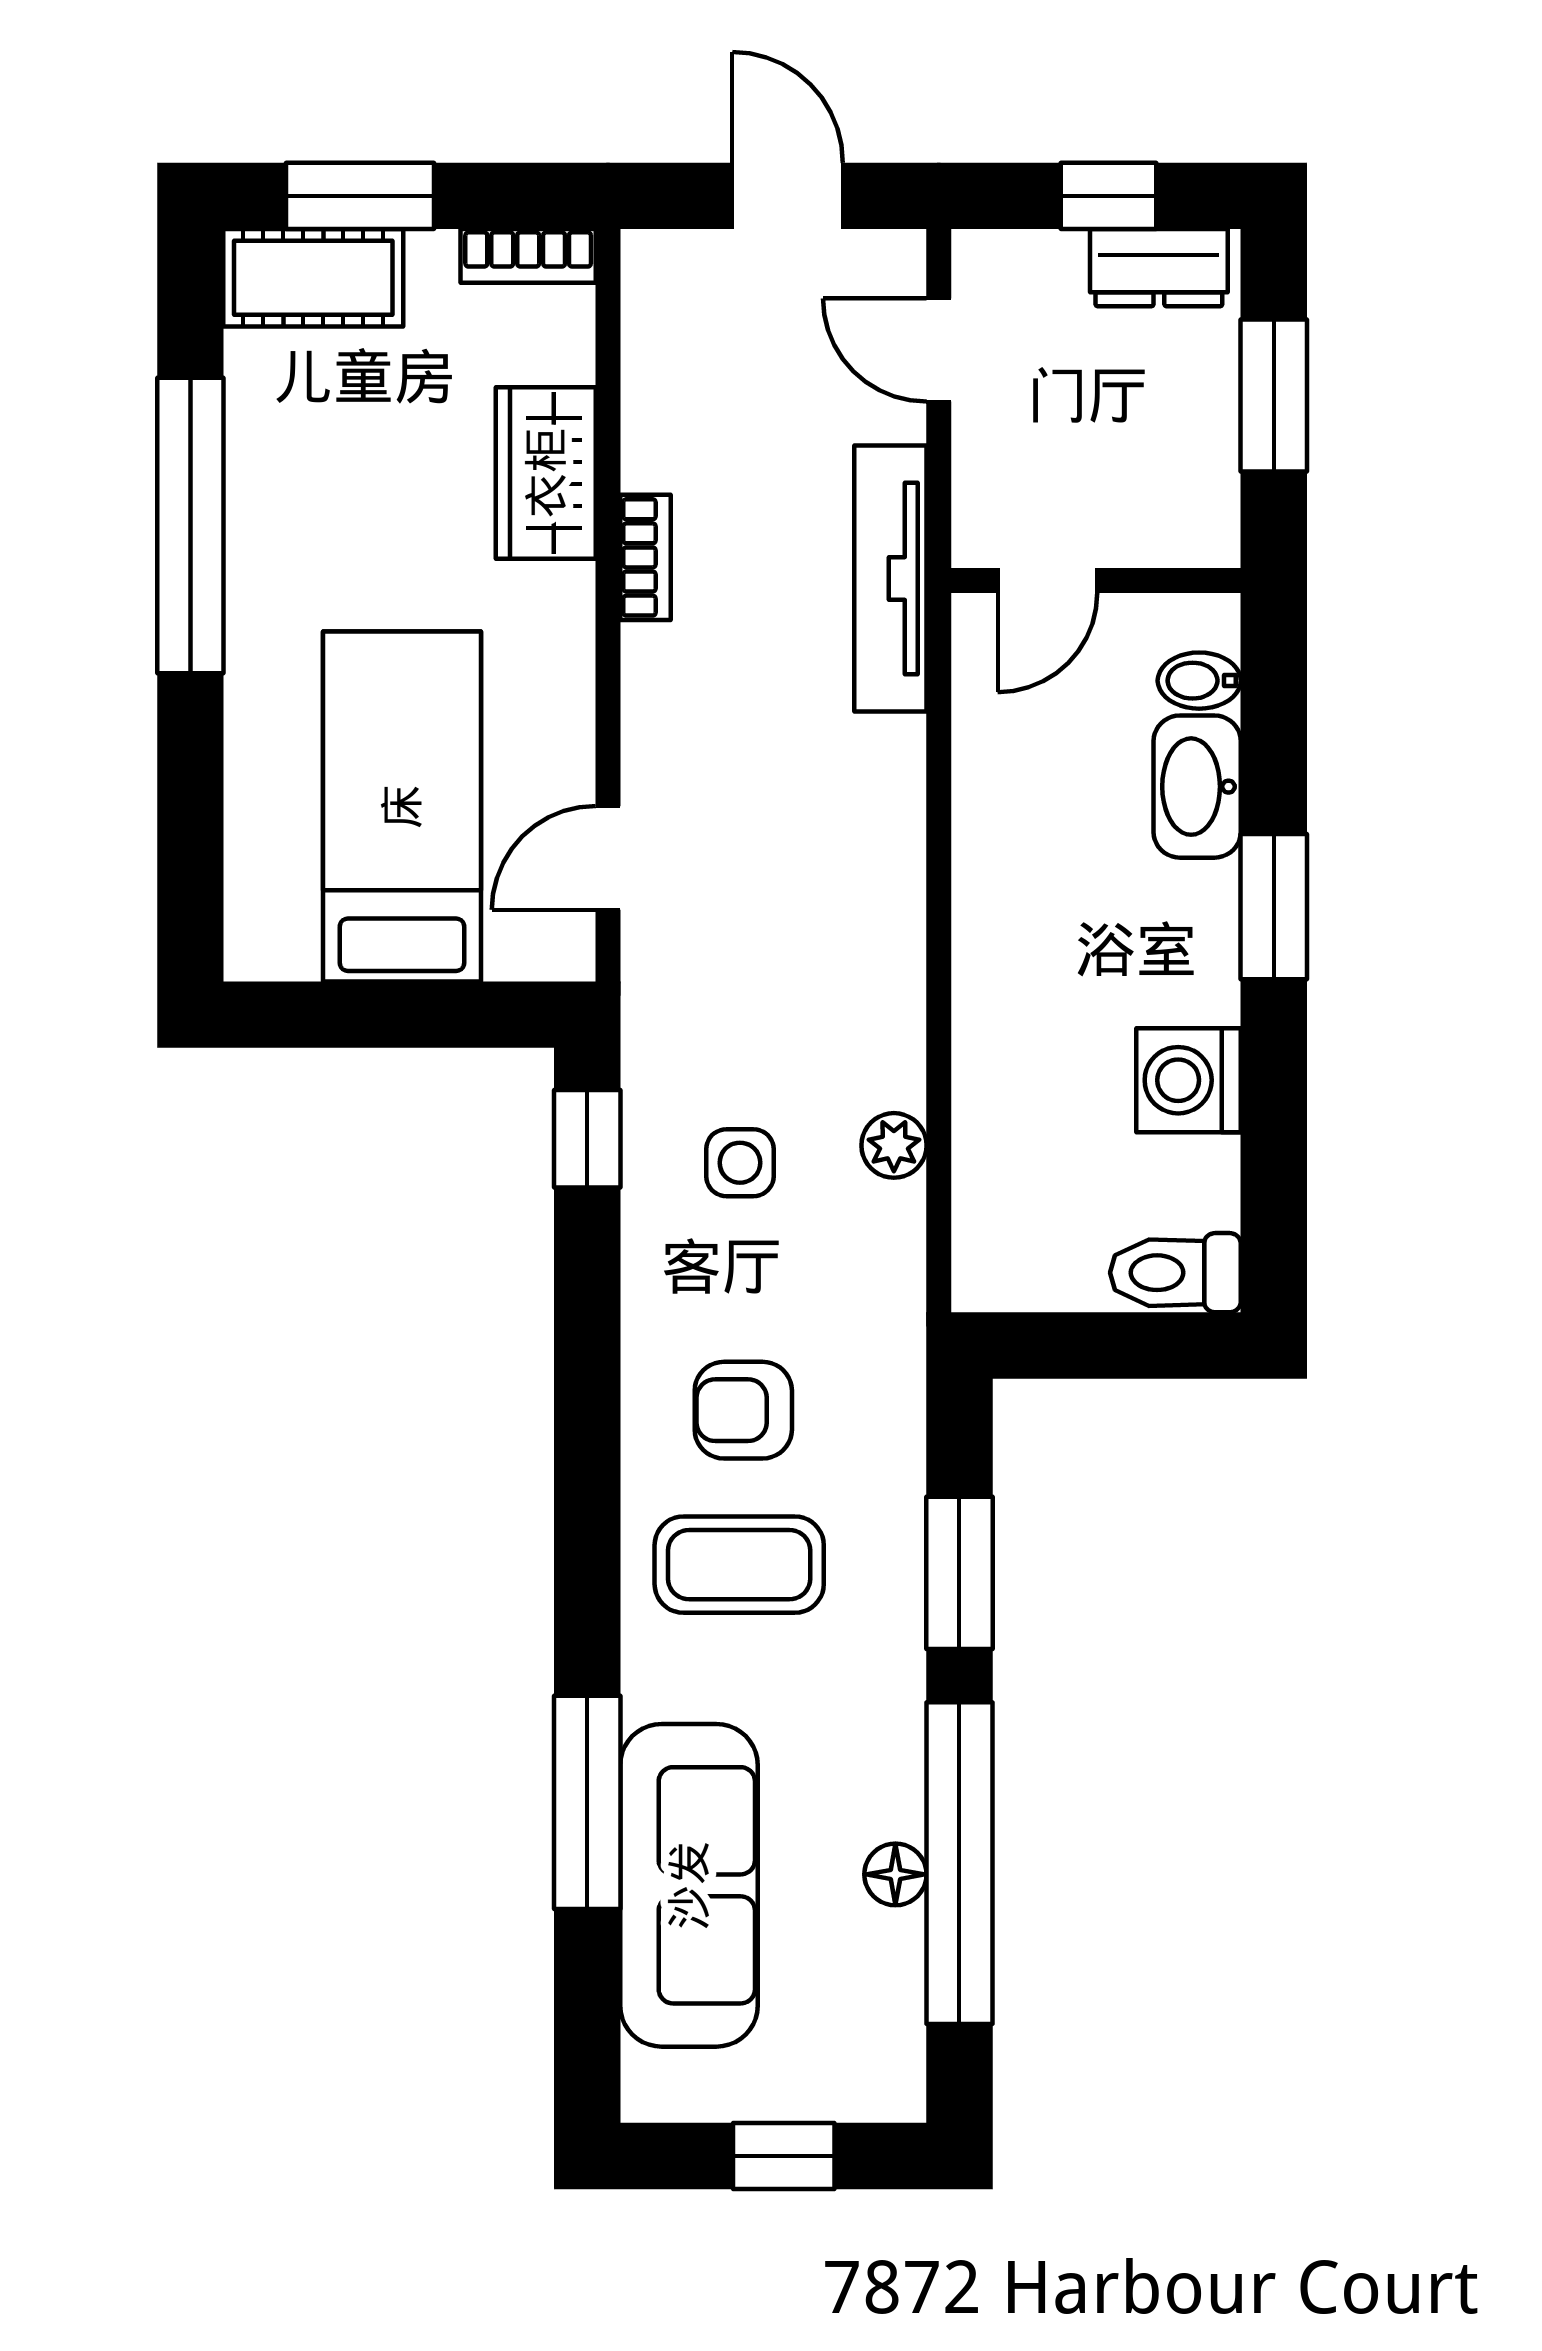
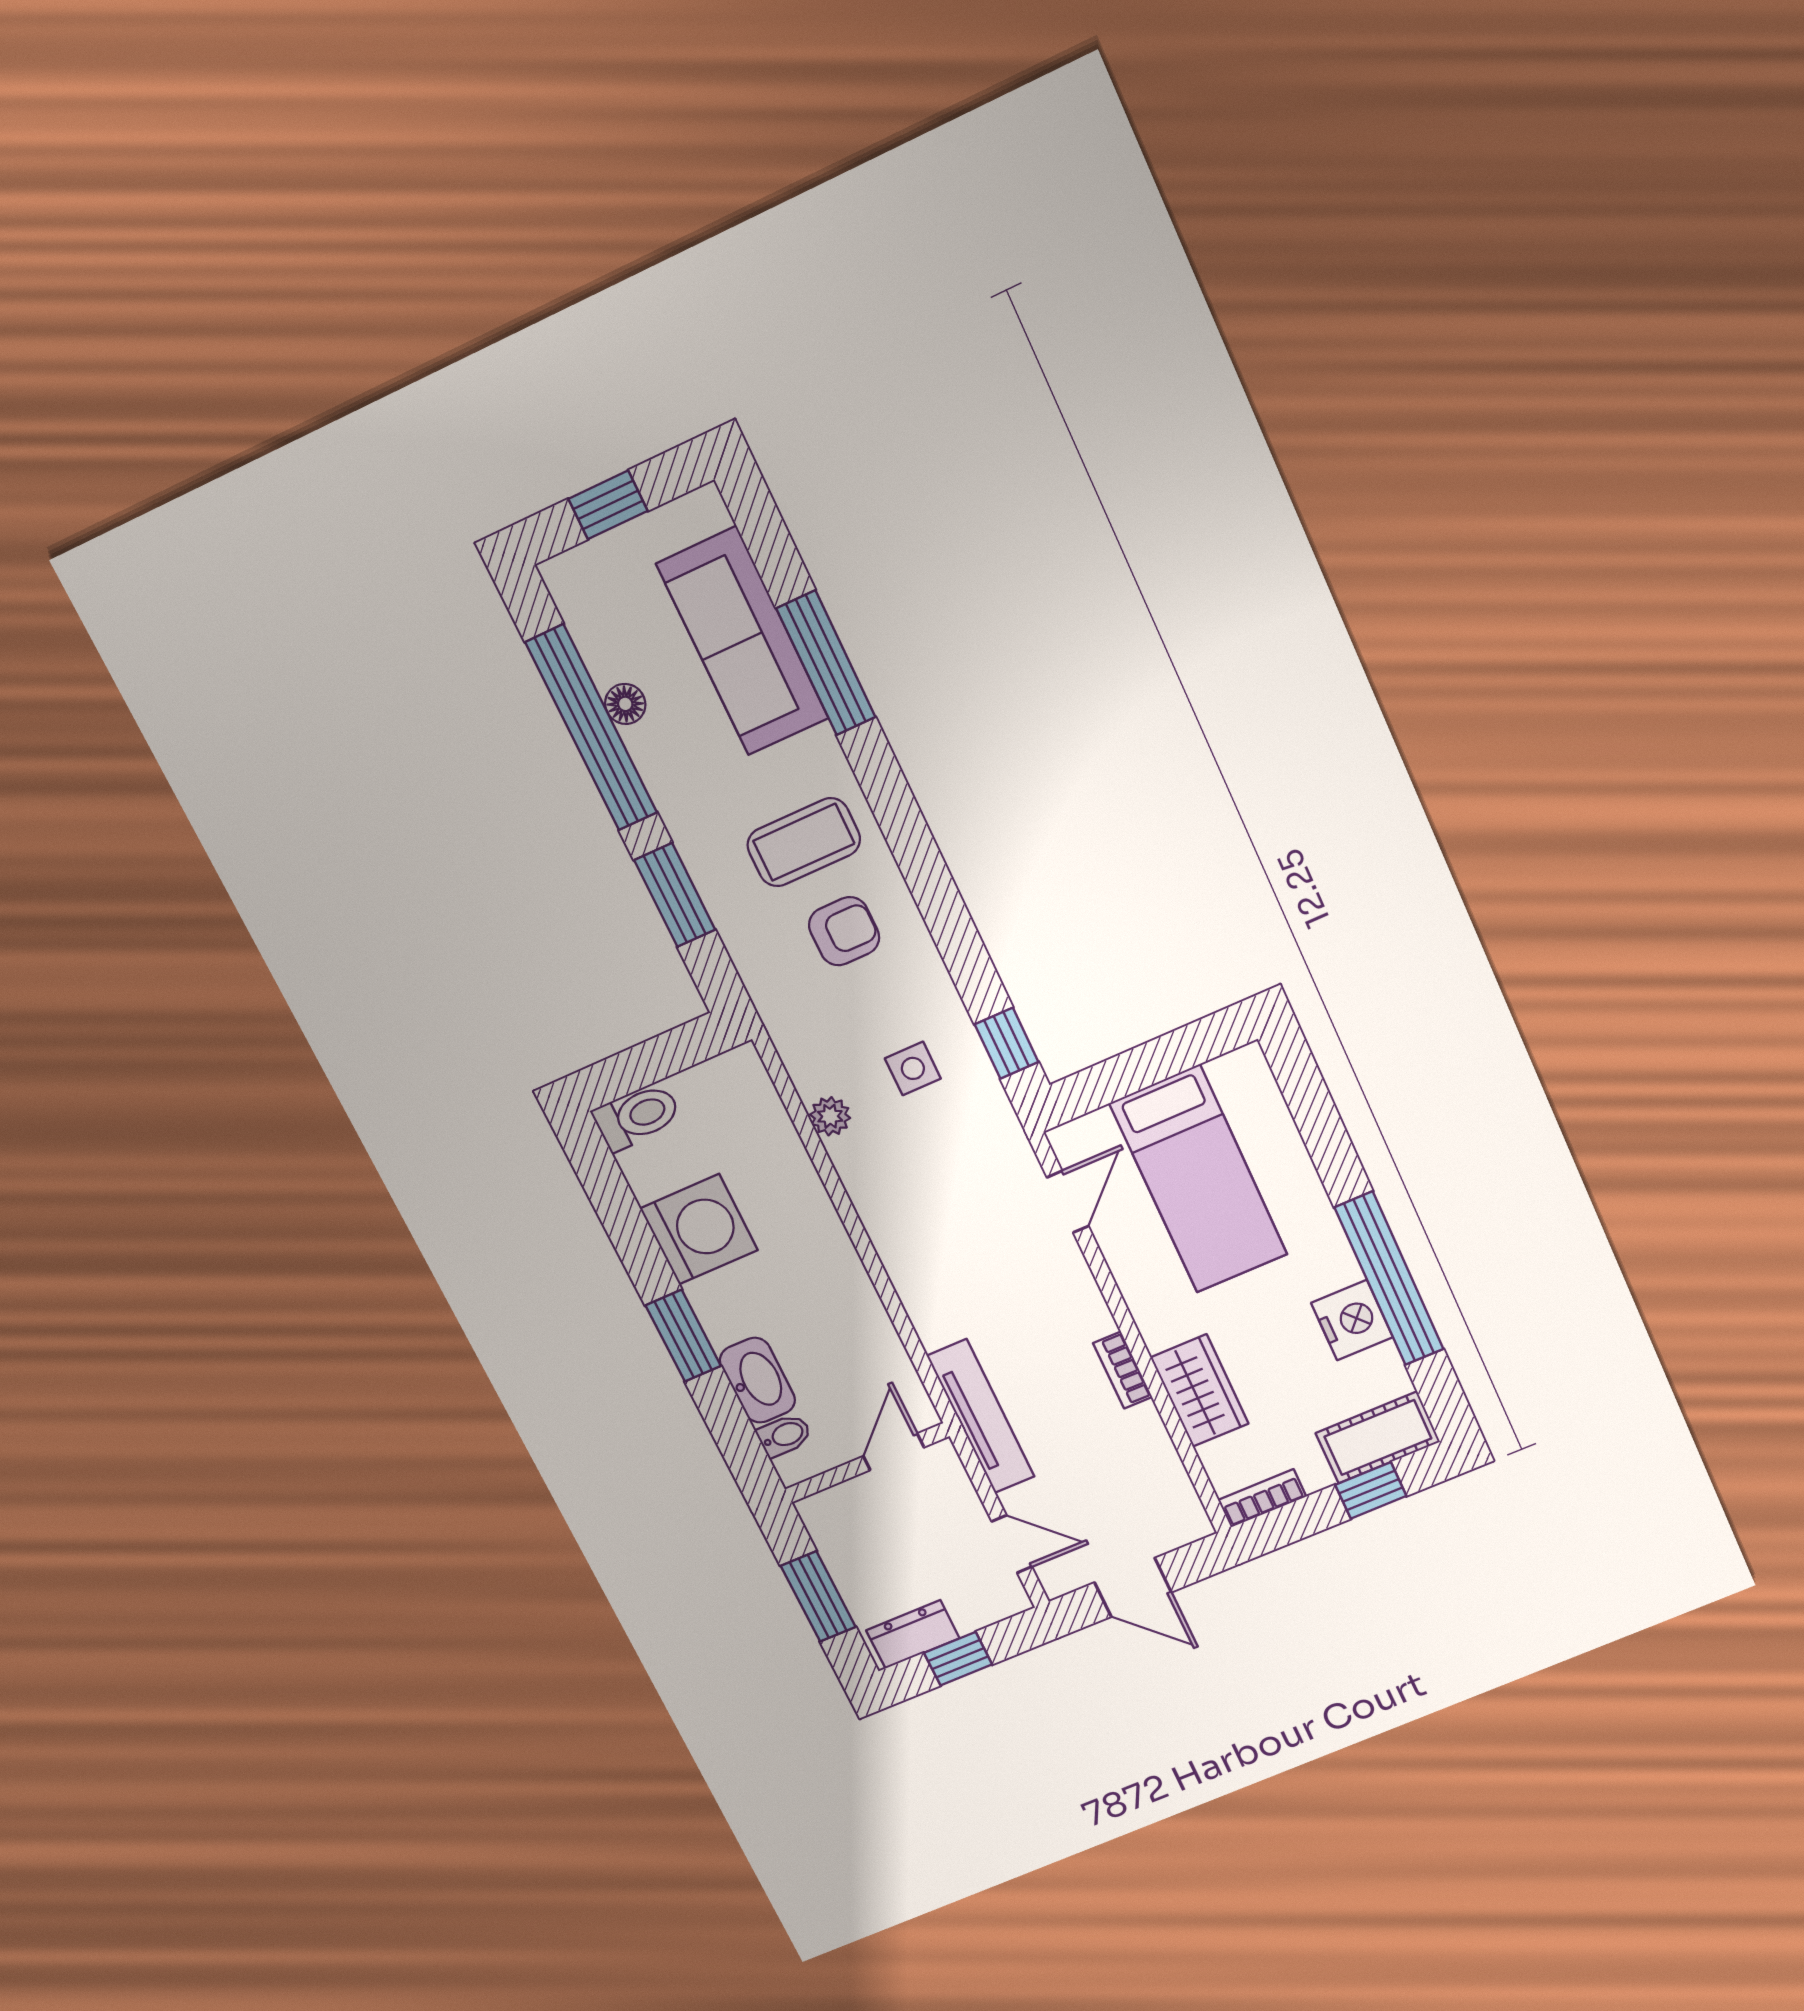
window: (360, 196) -> (1371, 1490), width x0.67
nightstand: (272, 484) -> (1352, 1320), added
washing machine: (1189, 1080) -> (699, 1229), width x1.37, depth x1.37

